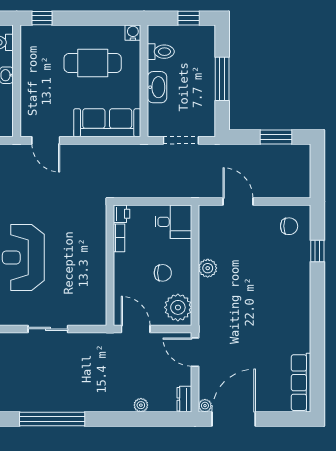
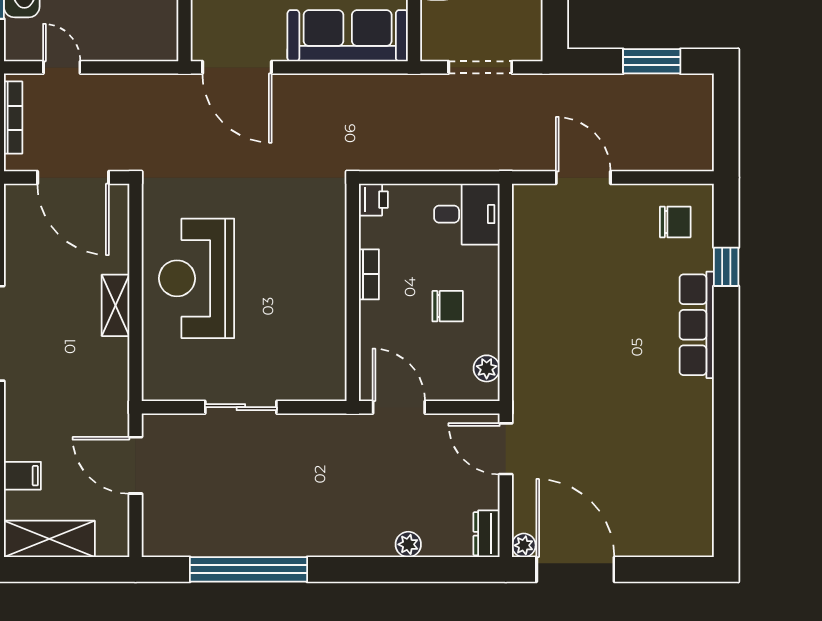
door: (46, 140) -> (237, 67), width x1.36
bookcase: (119, 238) -> (369, 274), moved
plant: (208, 268) -> (529, 298), removed
plant: (178, 307) -> (487, 368), width x0.53, depth x0.53
row of seats: (301, 383) -> (697, 325), moved
door: (234, 419) -> (575, 569), hinge flipped

